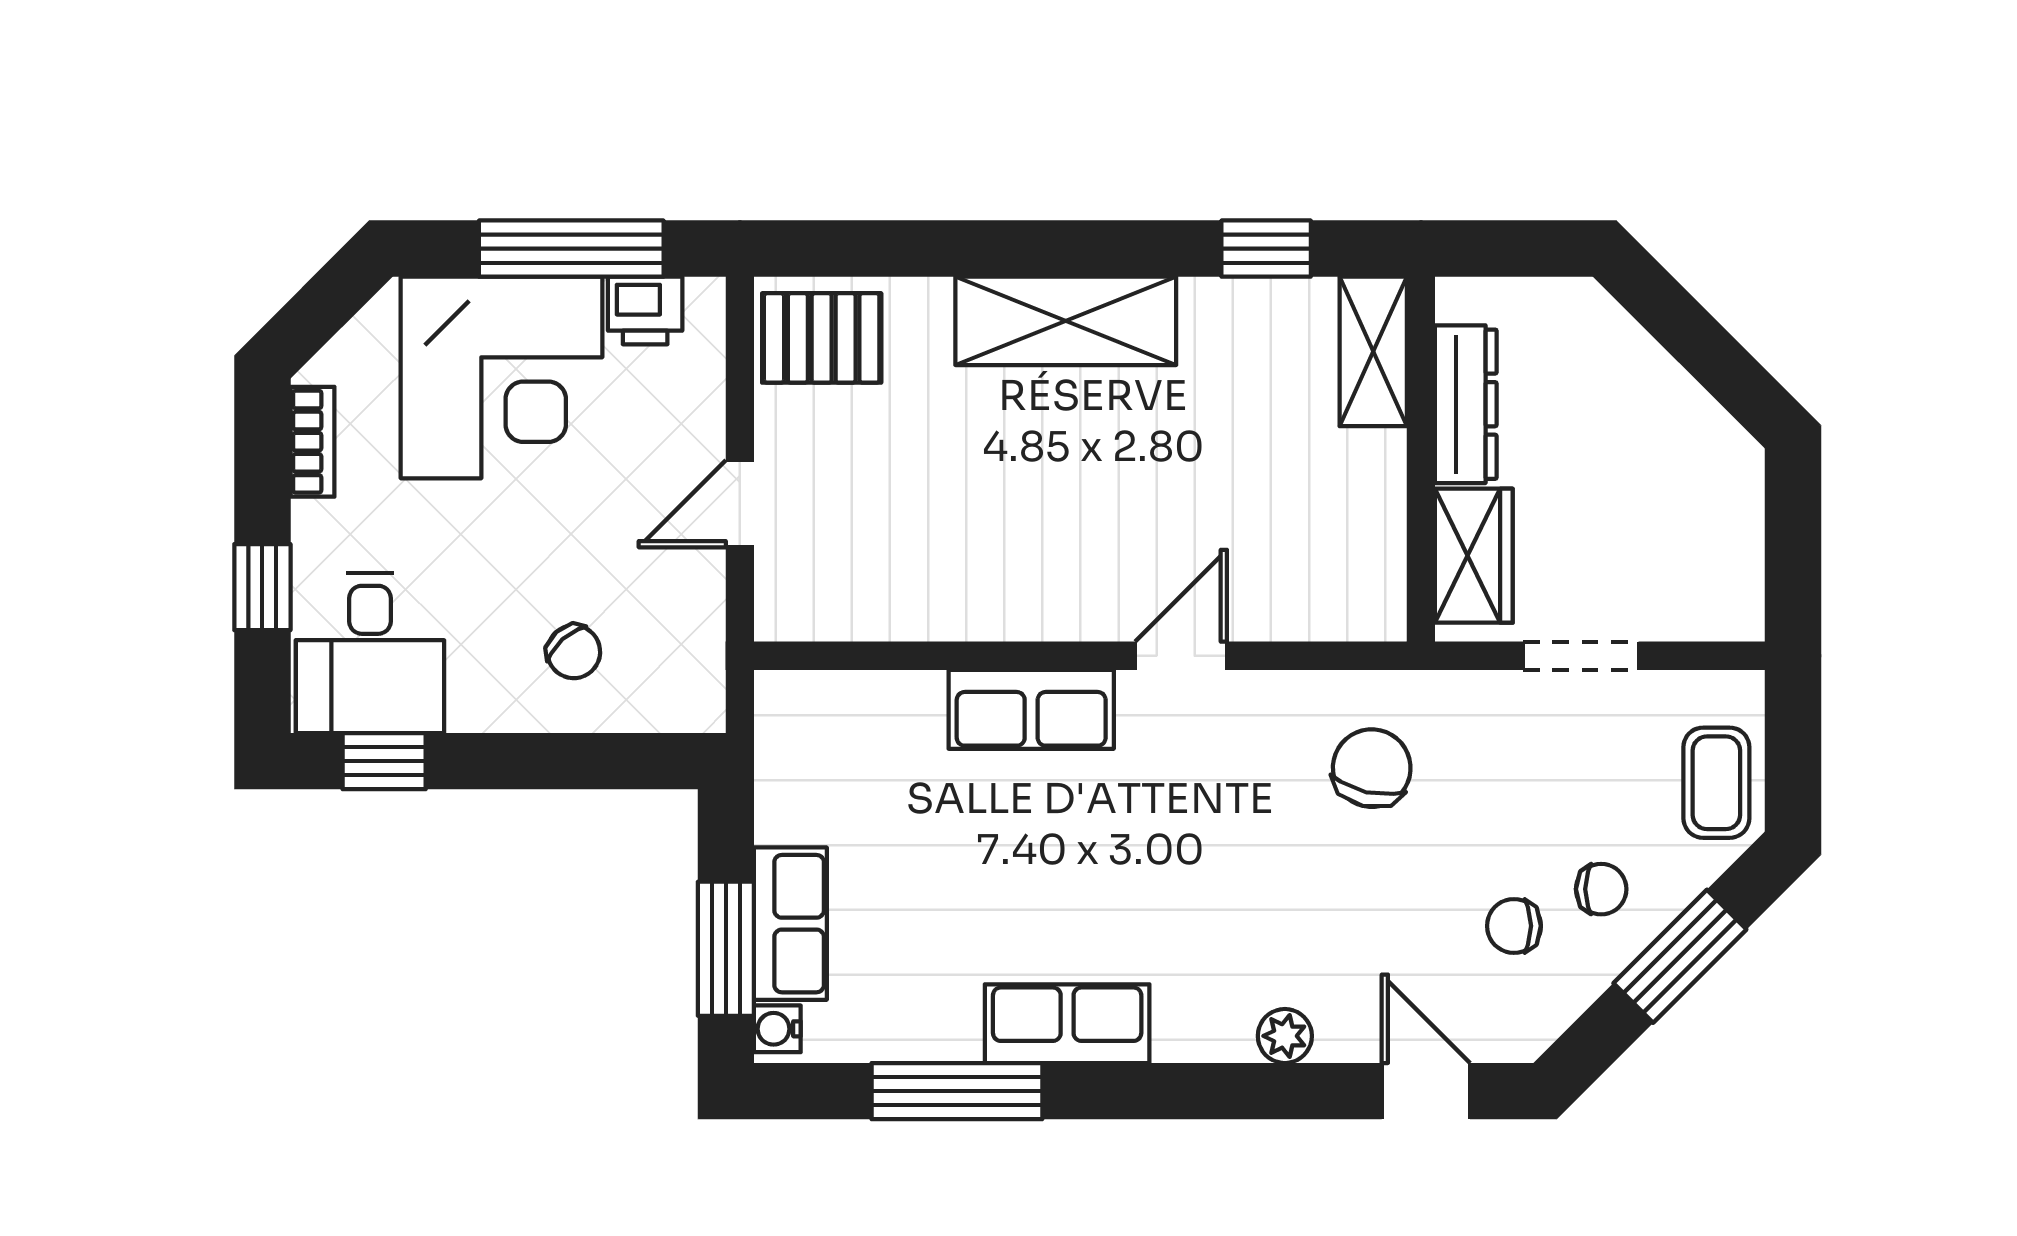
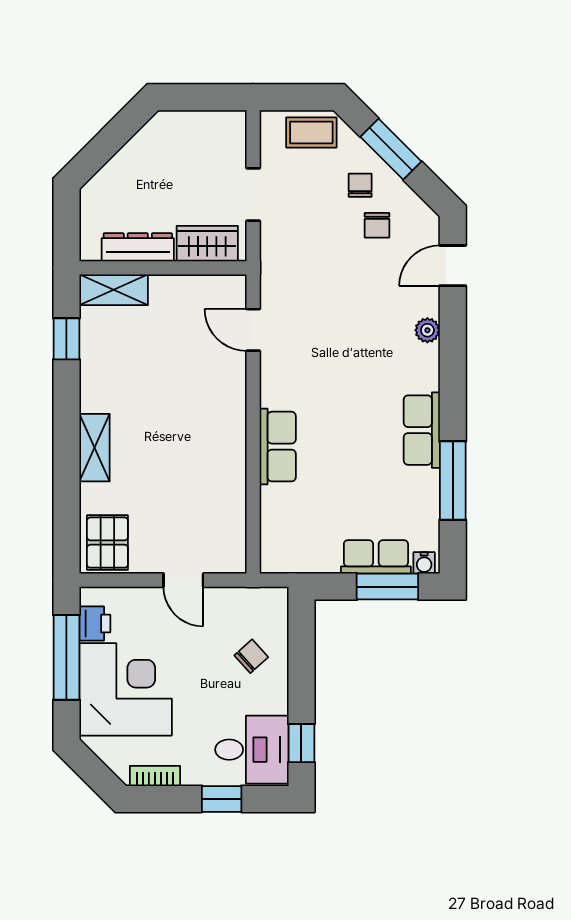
shelving: (1066, 321) -> (95, 448), width x0.67, depth x0.75
door: (1181, 656) -> (253, 330), moved
chair: (1372, 768) -> (305, 290), removed

